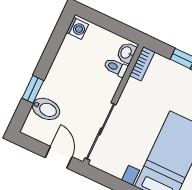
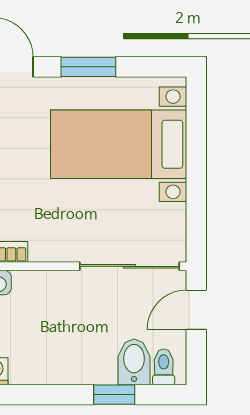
toilet: (116, 67) -> (164, 367), moved, turned 180

